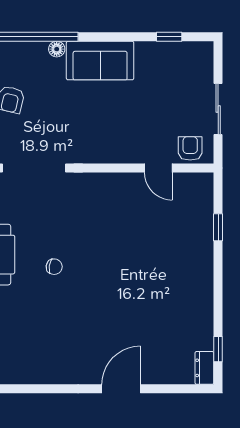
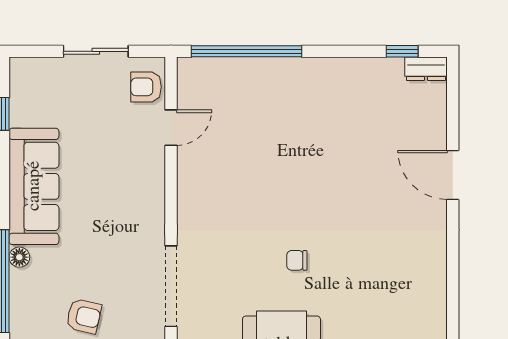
sofa: (100, 61) -> (34, 186), width x1.36
window: (218, 227) -> (247, 51), width x3.17
chair: (54, 267) -> (297, 260), turned -99

